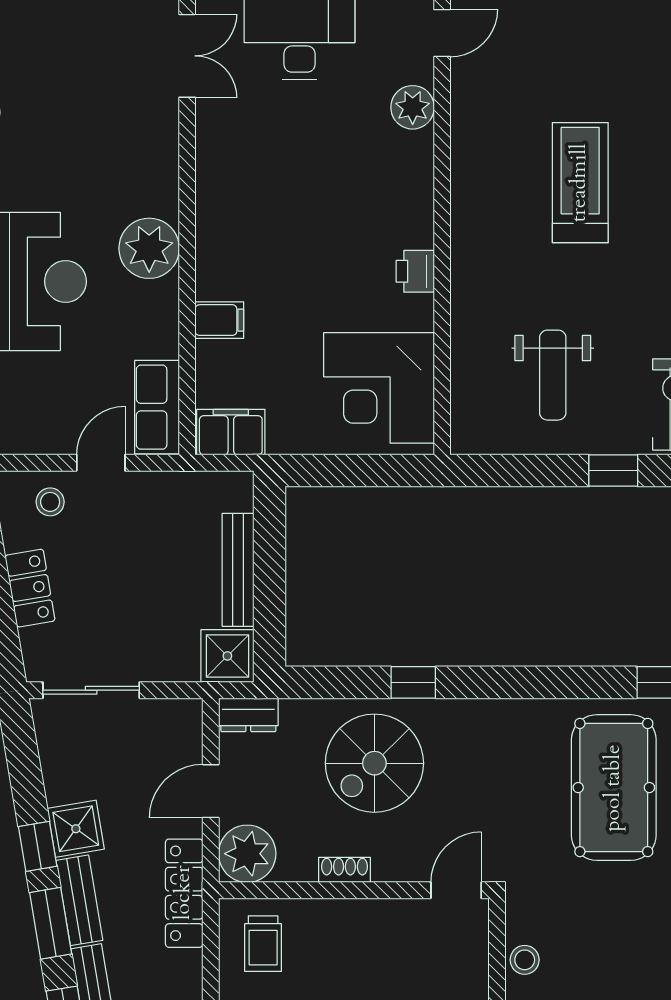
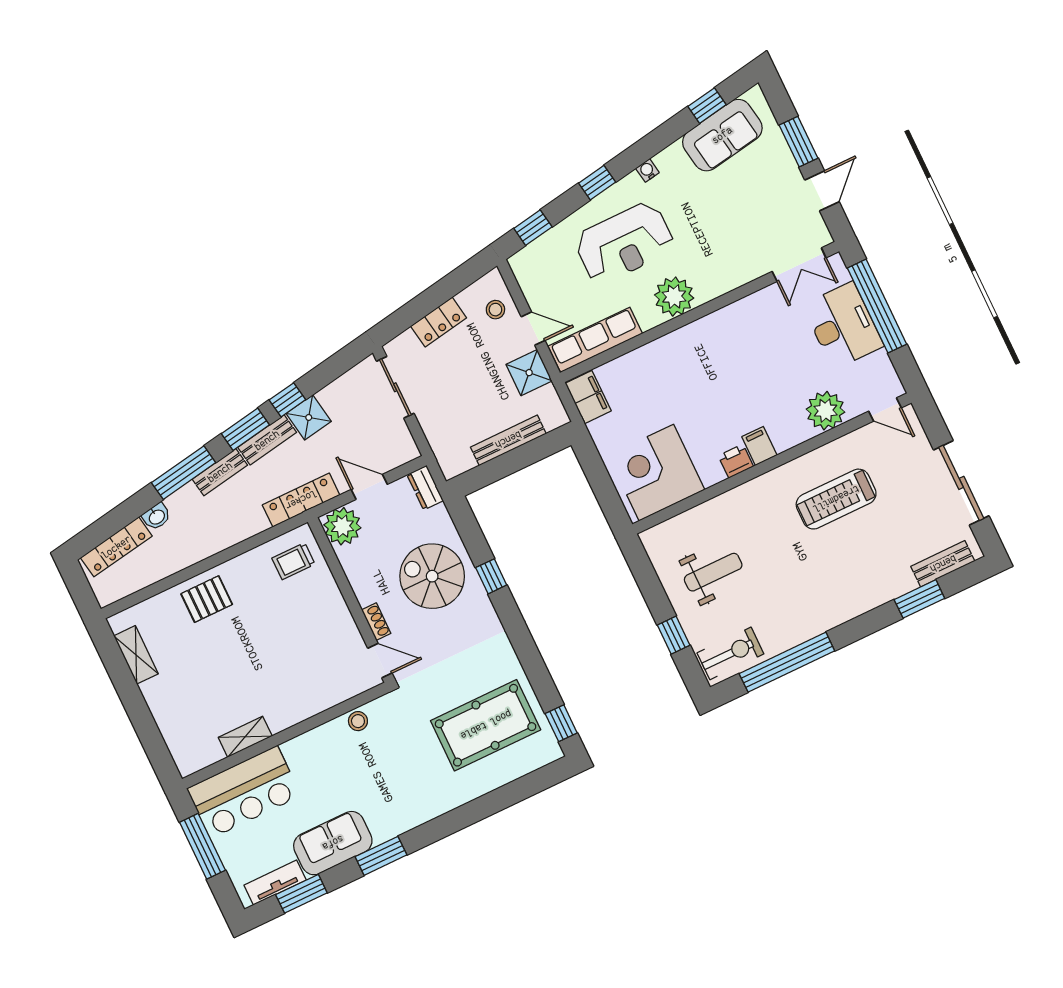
plant: (413, 107) -> (826, 411), width x1.36, depth x1.36
treadmill: (580, 183) -> (836, 499), moved, turned 180
filing cabinet: (219, 320) -> (759, 446), moved, turned 180
weight bench: (553, 375) -> (713, 572), turned 180
row of seats: (157, 407) -> (595, 340), width x1.48
shower: (227, 656) -> (529, 373), moved
shoe rack: (344, 870) -> (376, 622), moved

